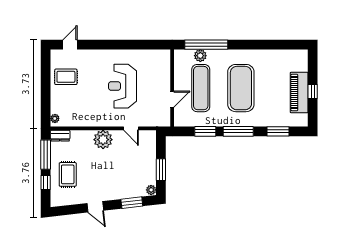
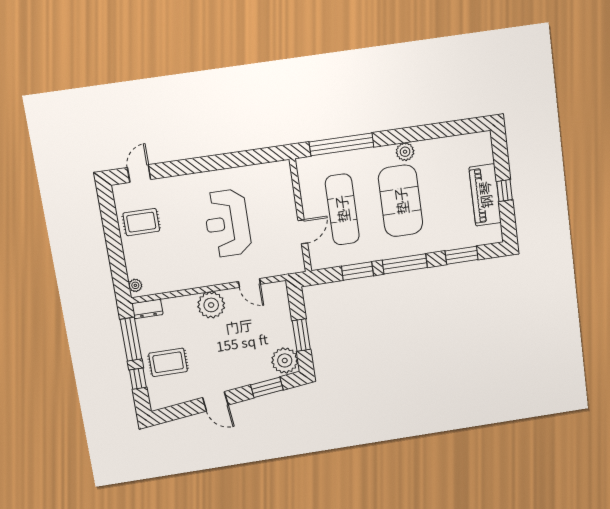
plant: (200, 56) -> (405, 152), moved
rug: (68, 174) -> (168, 362), turned 90
plant: (151, 190) -> (285, 360), width x1.87, depth x1.87

